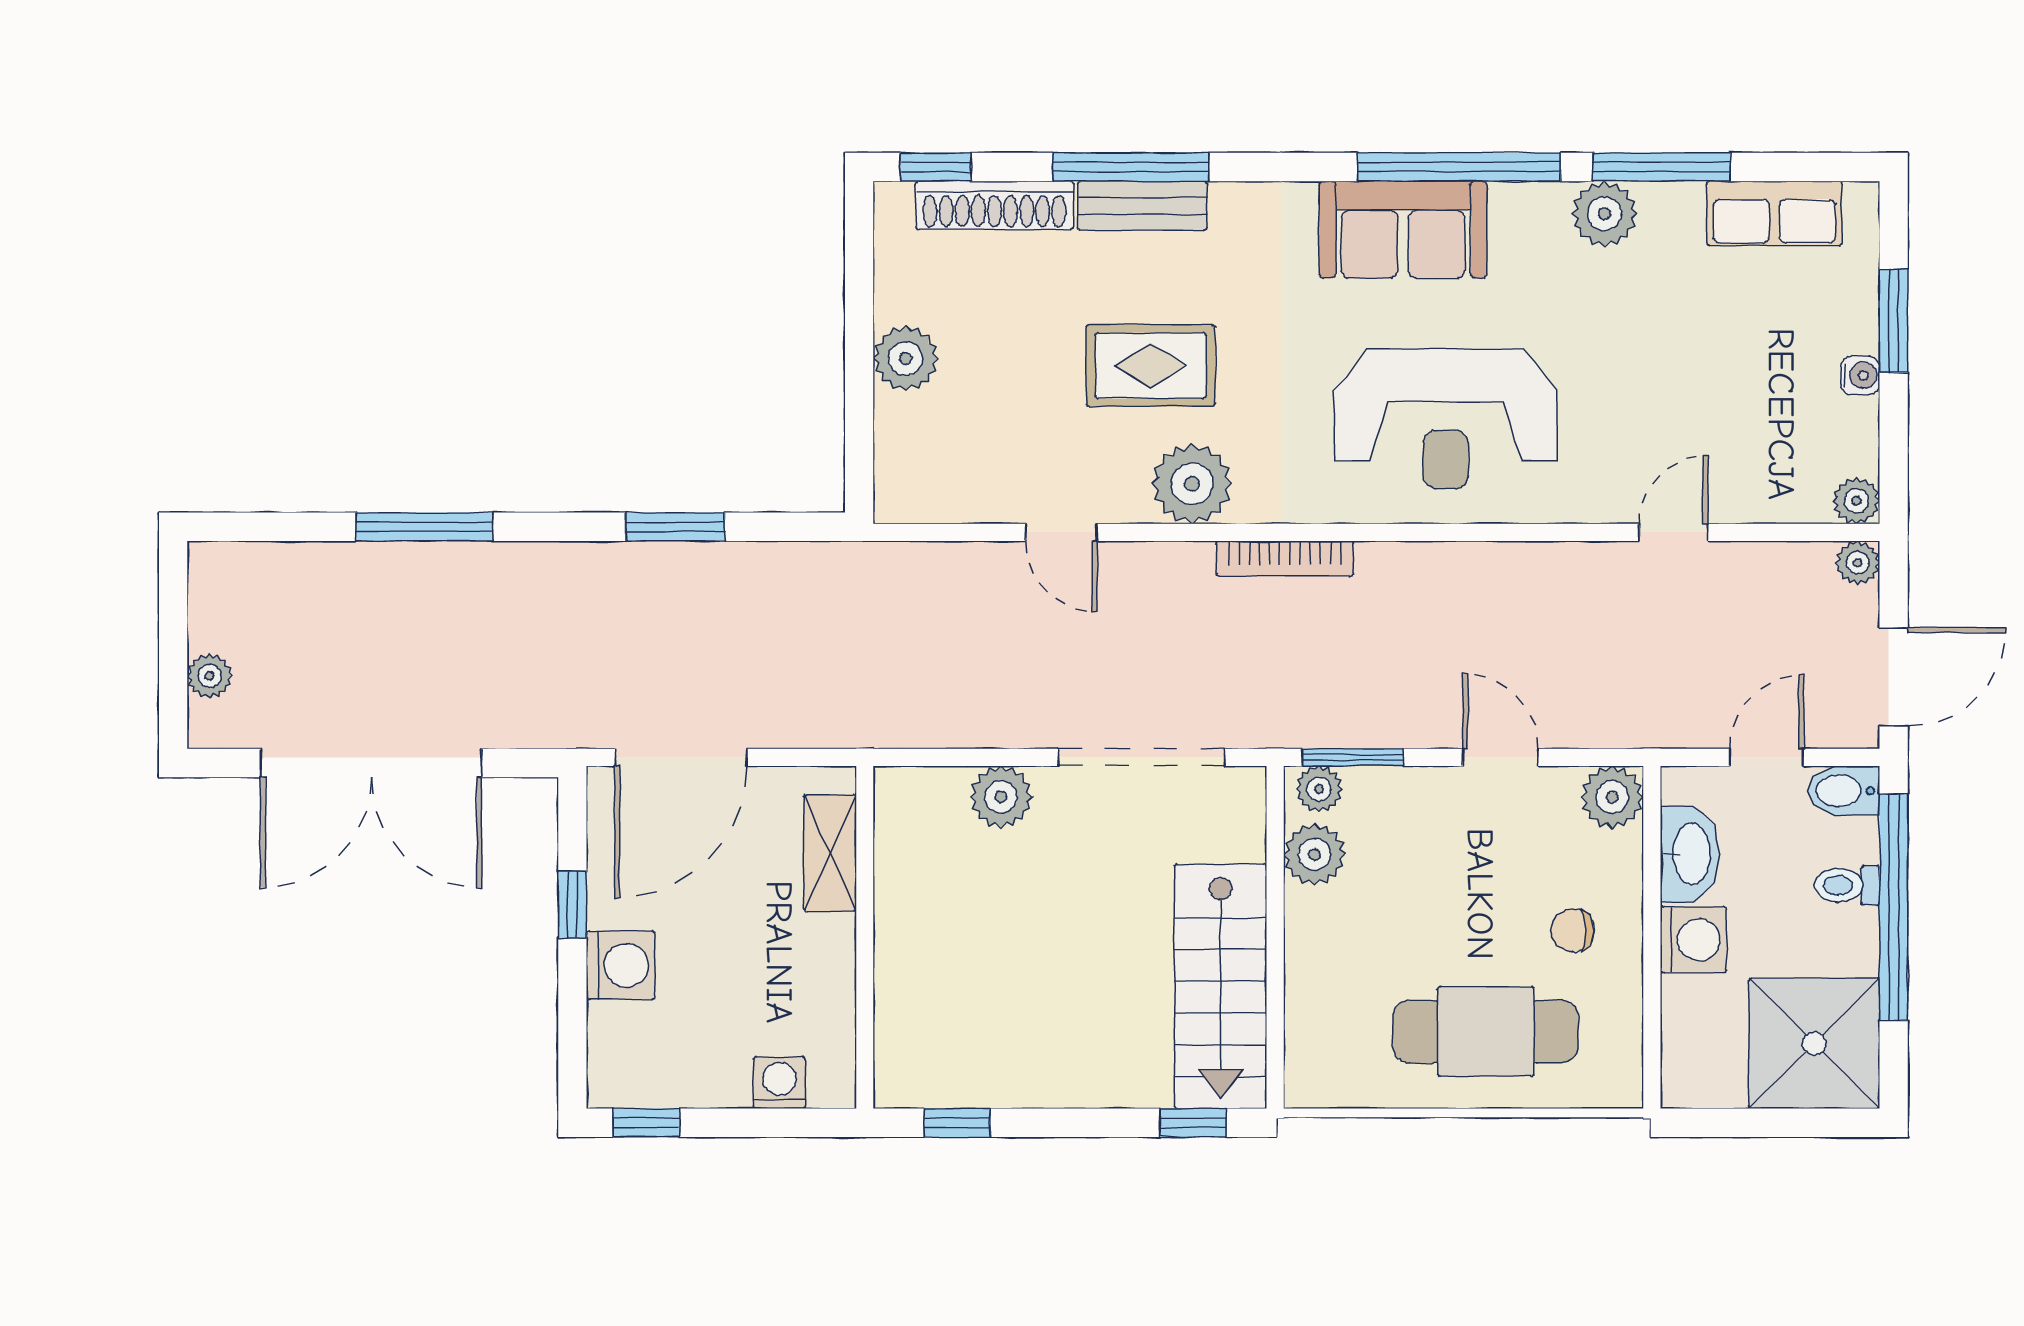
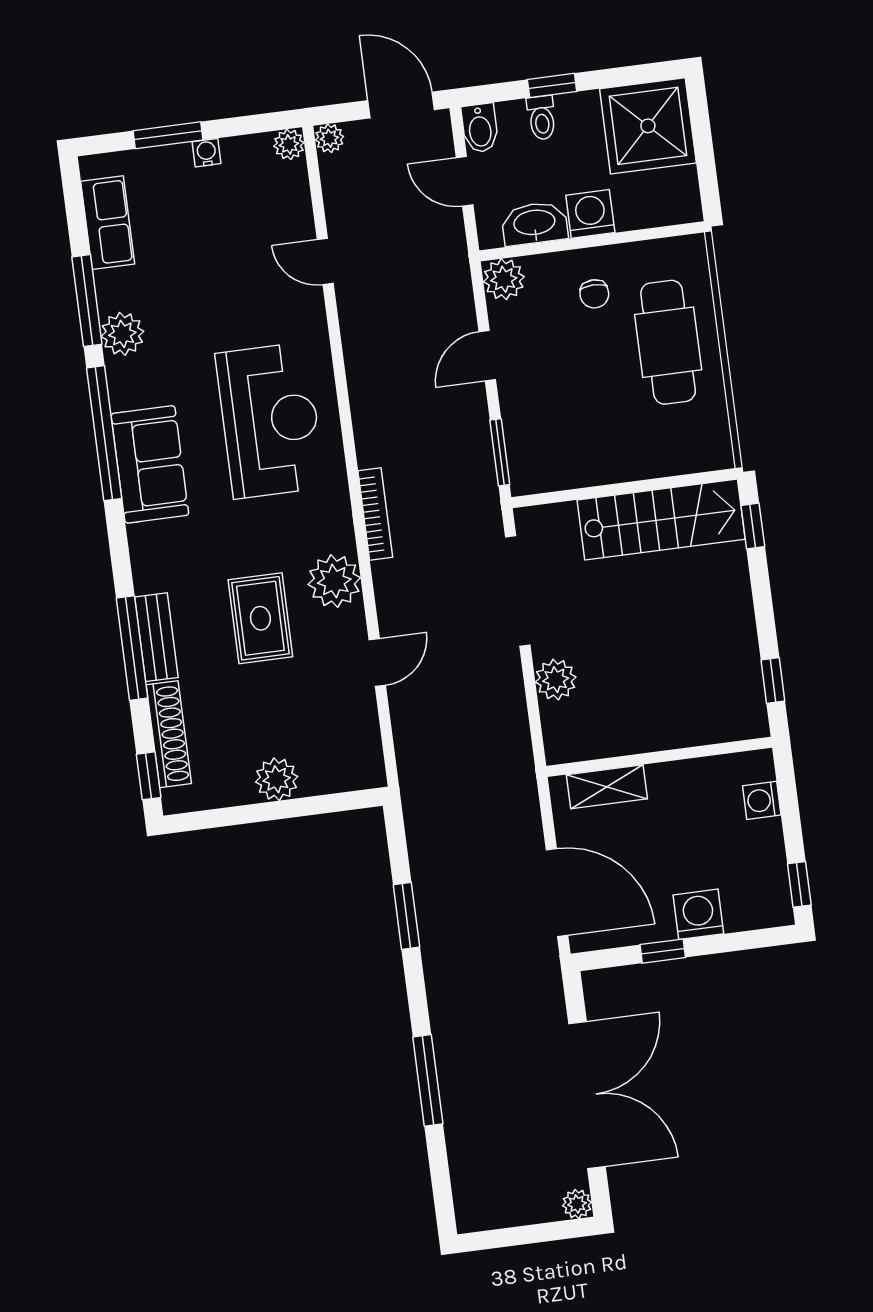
plant: (210, 676) -> (577, 1204), moved
plant: (1319, 789) -> (523, 472), removed
plant: (1314, 855) -> (567, 469), removed
window: (1894, 907) -> (552, 85), width x0.32

